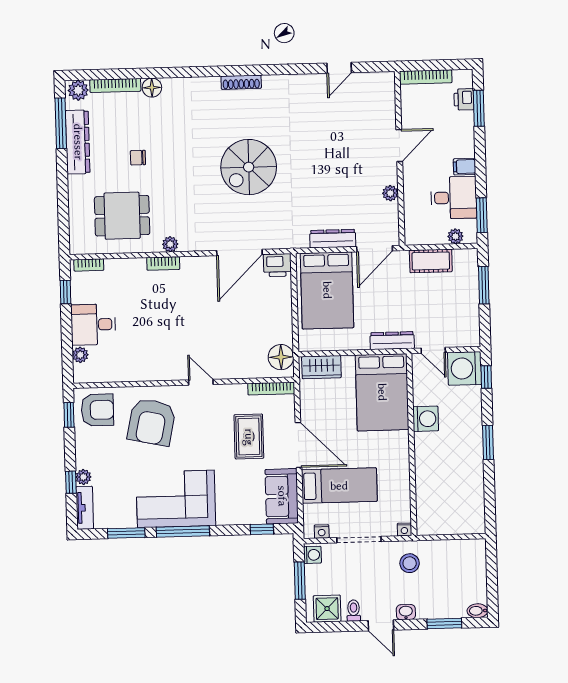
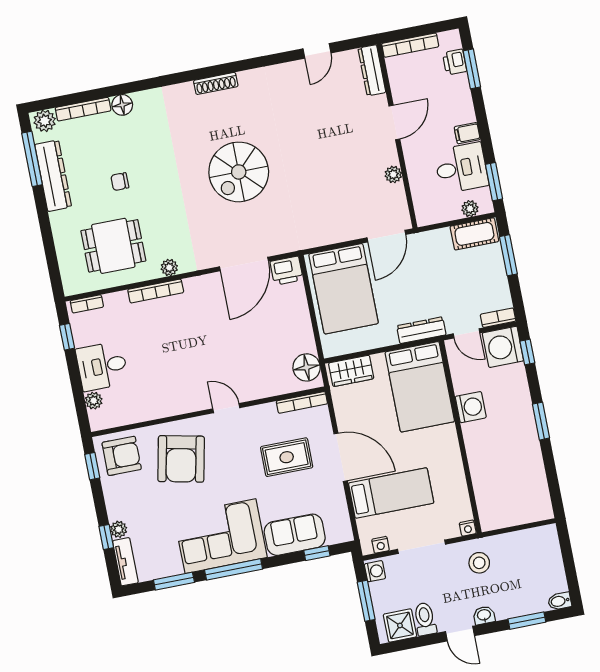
dresser: (333, 239) -> (372, 70), moved, turned -90
cot: (431, 261) -> (474, 234), moved
bookcase: (163, 263) -> (156, 291), width x1.56
bookcase: (465, 341) -> (498, 318), added
rug: (249, 437) -> (287, 457), turned 90
sofa: (282, 496) -> (295, 535), moved, turned 90
toilet: (354, 611) -> (425, 619), width x1.37, depth x1.39

